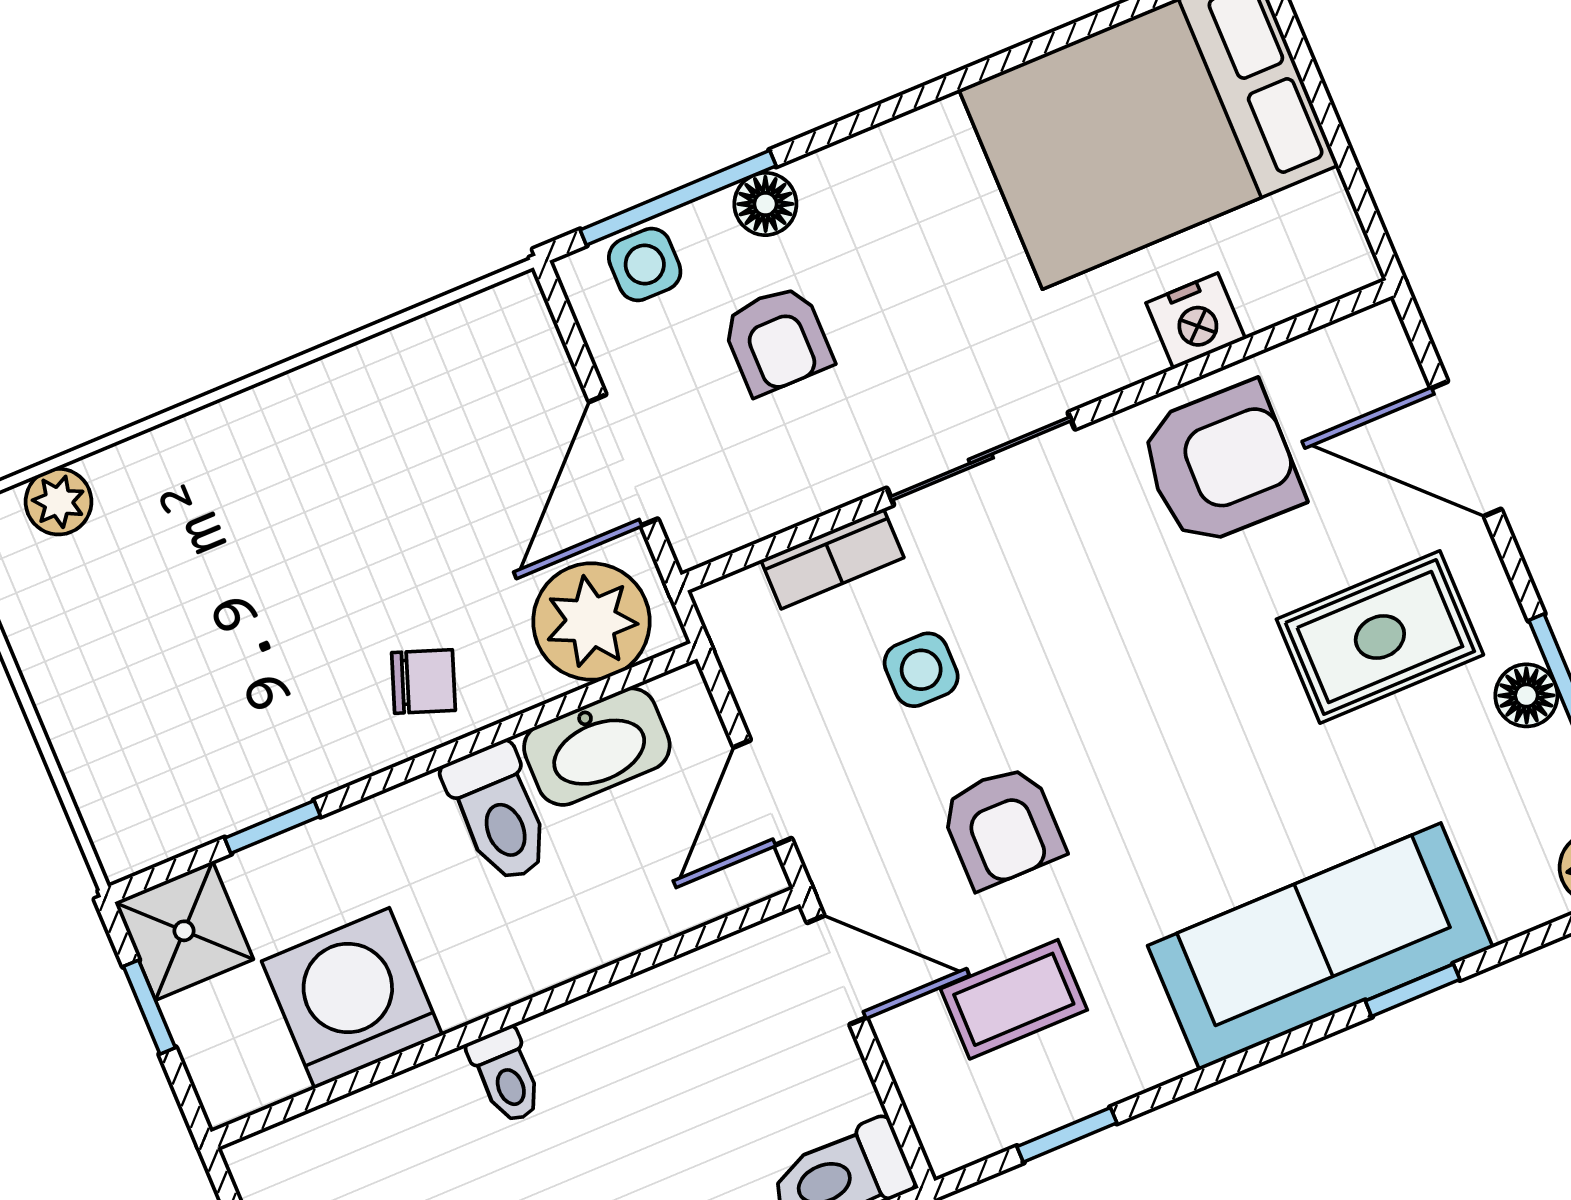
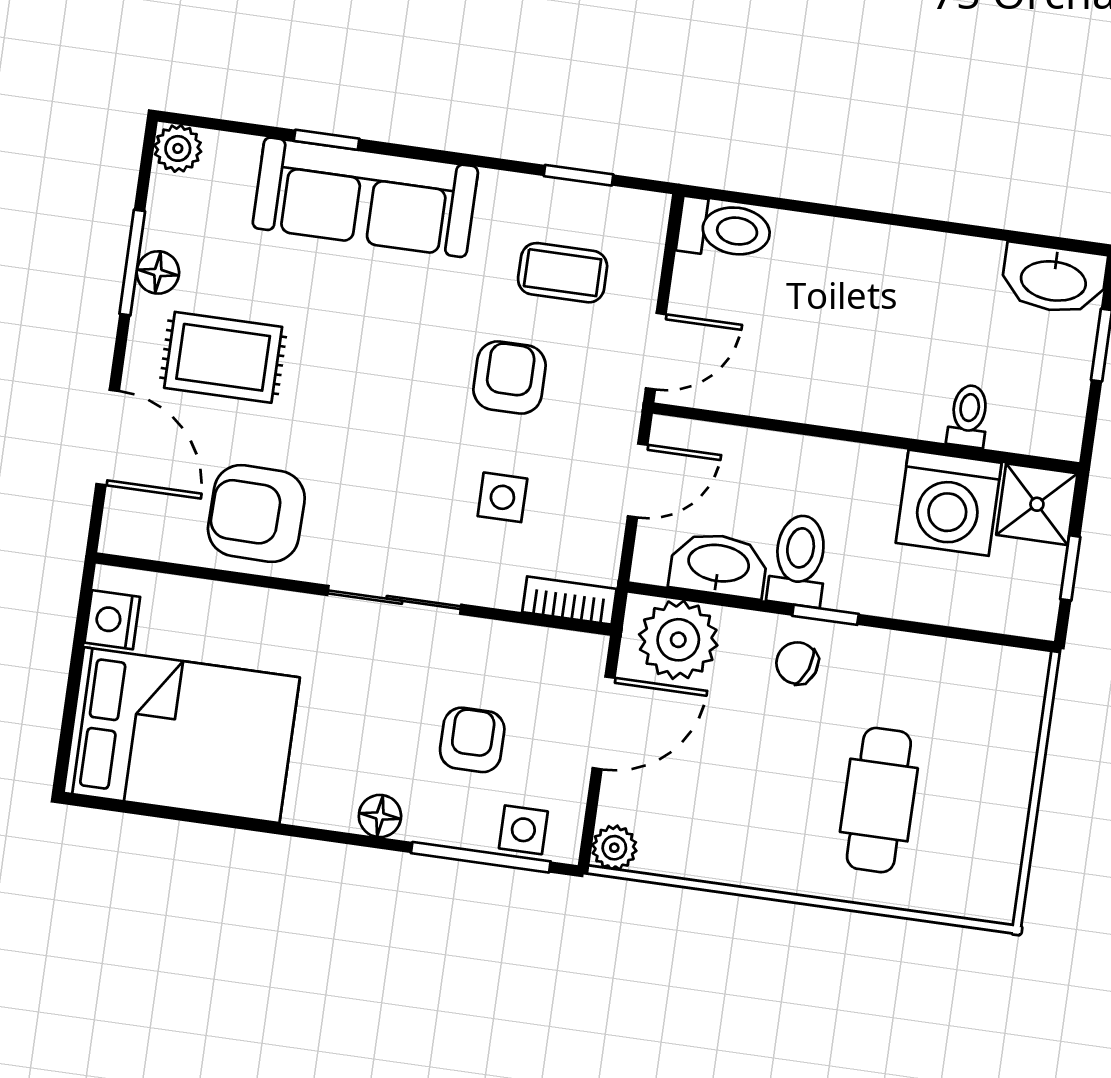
floor lamp: (765, 204) -> (380, 816), moved
nightstand: (1196, 321) -> (112, 620), moved, turned -90
plant: (59, 502) -> (614, 848), moved
bookcase: (832, 559) -> (569, 600), moved
cafe table: (217, 569) -> (879, 800), added
window: (273, 827) -> (825, 615), moved
shower: (184, 931) -> (1037, 504), moved
door: (837, 970) -> (656, 351), swing flipped
toilet: (506, 1076) -> (969, 416), moved

